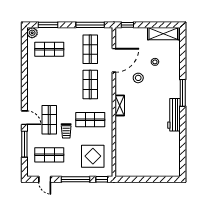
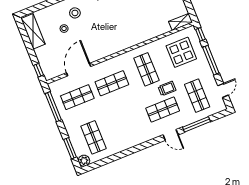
door: (114, 60) -> (79, 70), hinge flipped
stool: (138, 78) -> (75, 13), moved
shelving: (120, 105) -> (181, 22), moved
door: (24, 118) -> (171, 135), swing flipped

